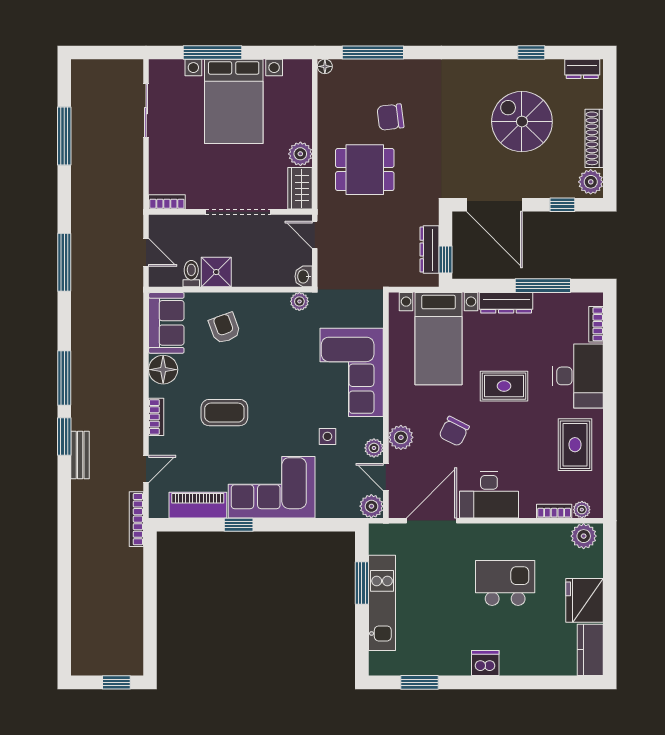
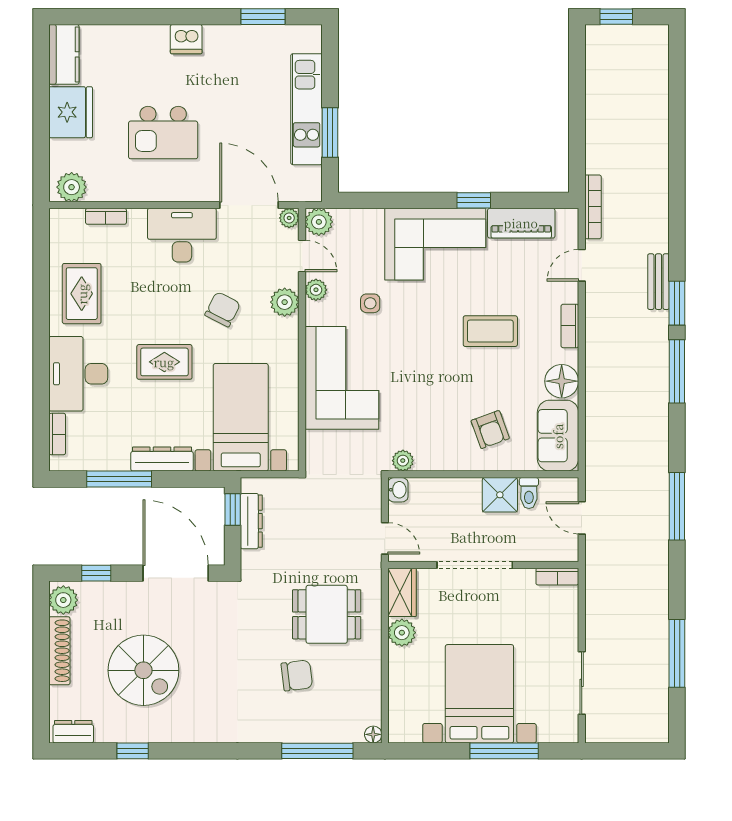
plant: (582, 510) -> (289, 218), moved
door: (431, 521) -> (249, 205), swing flipped

